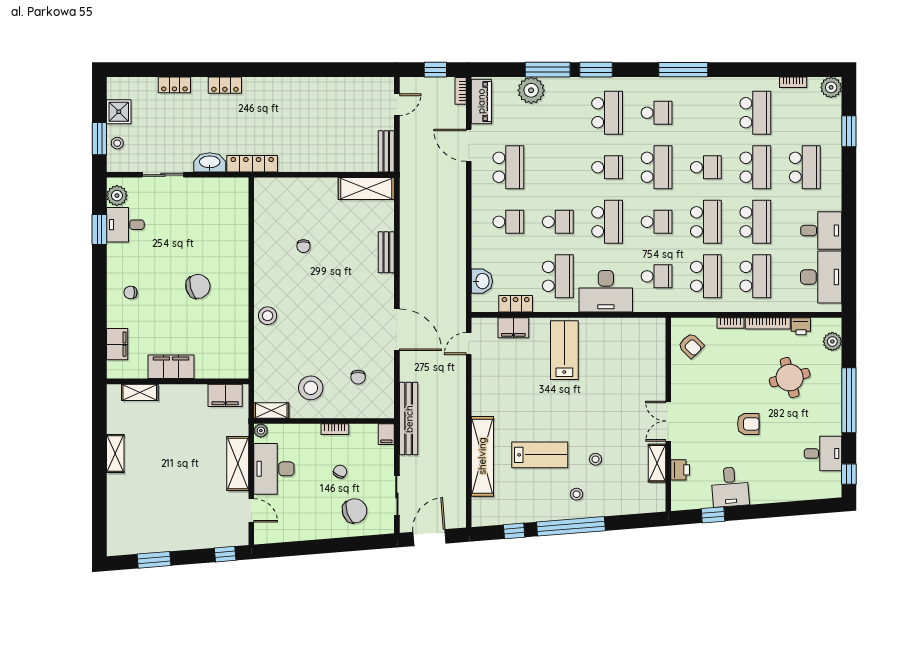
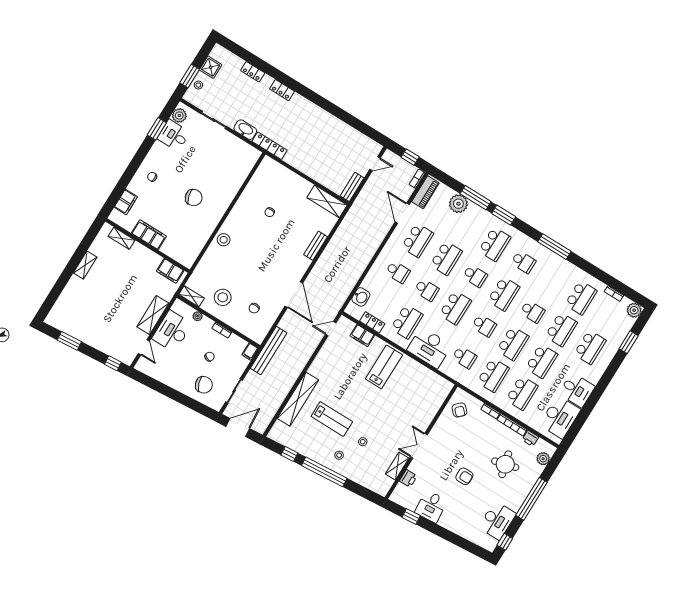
school desk: (558, 167) -> (446, 258), added
plant: (261, 431) -> (198, 316), moved
desk: (823, 454) -> (497, 520), width x1.37

